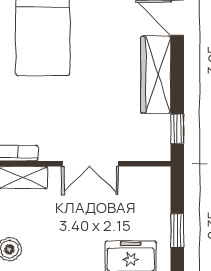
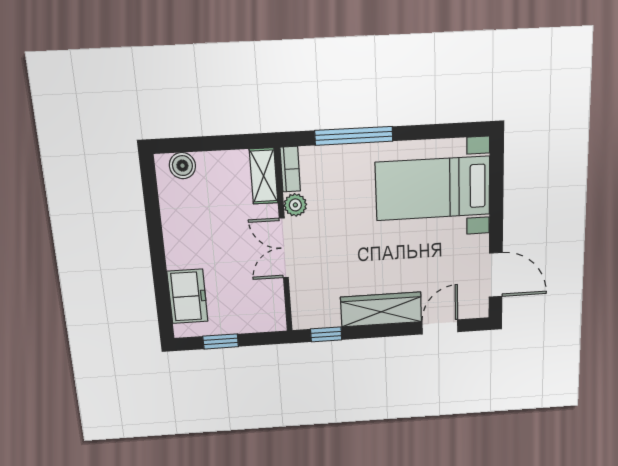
plant: (51, 151) -> (295, 205), added

